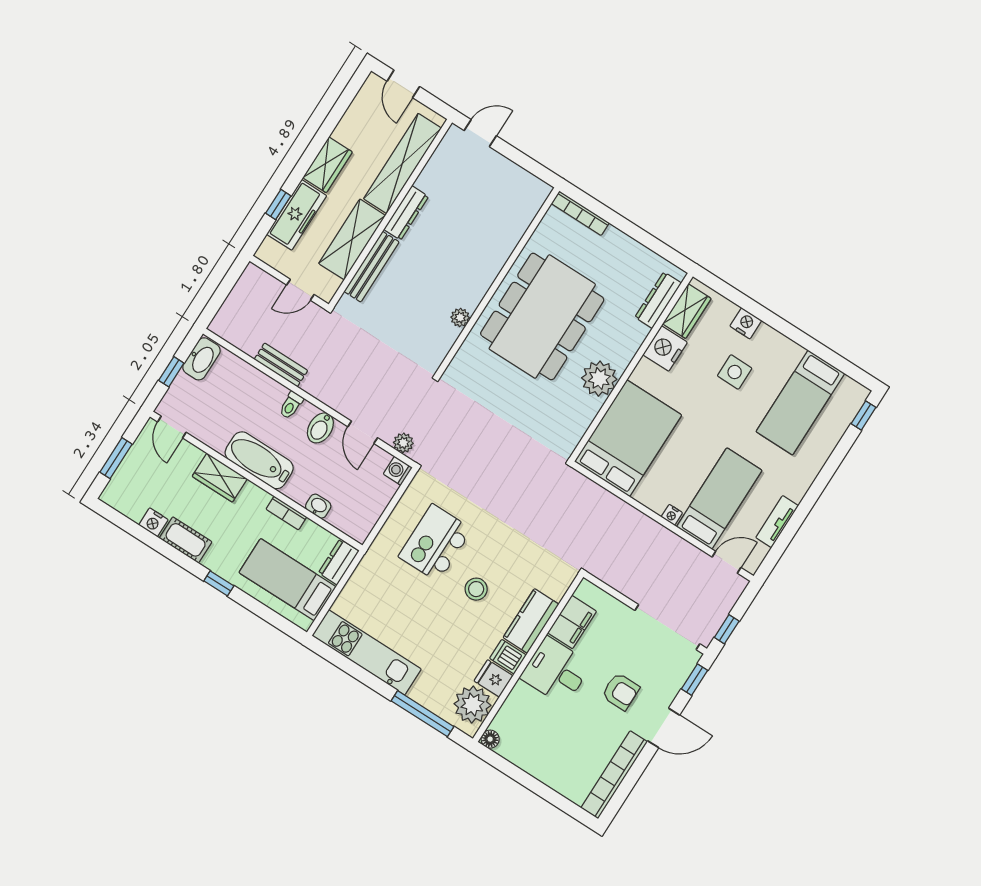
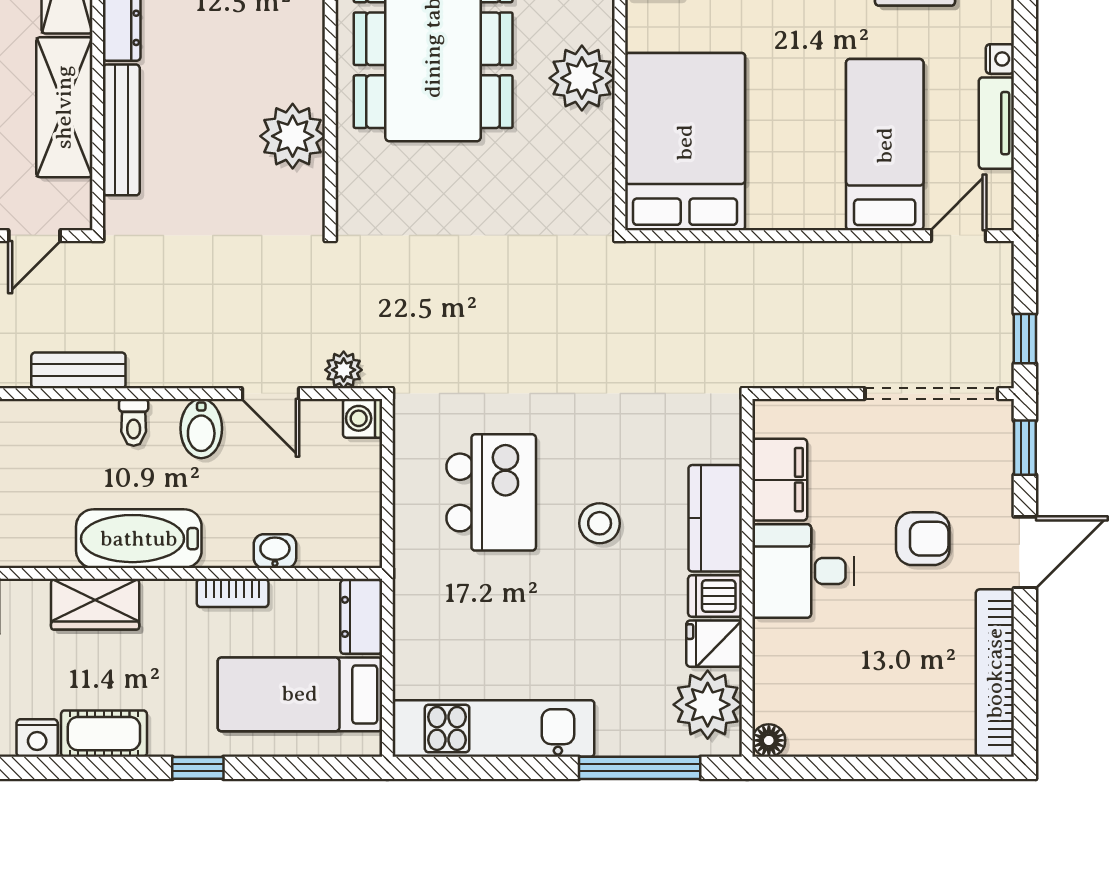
plant: (460, 318) -> (293, 136), width x1.87, depth x1.87
nightstand: (672, 515) -> (1000, 59), moved, turned -90
kitchen island: (435, 543) -> (491, 492), turned 180

